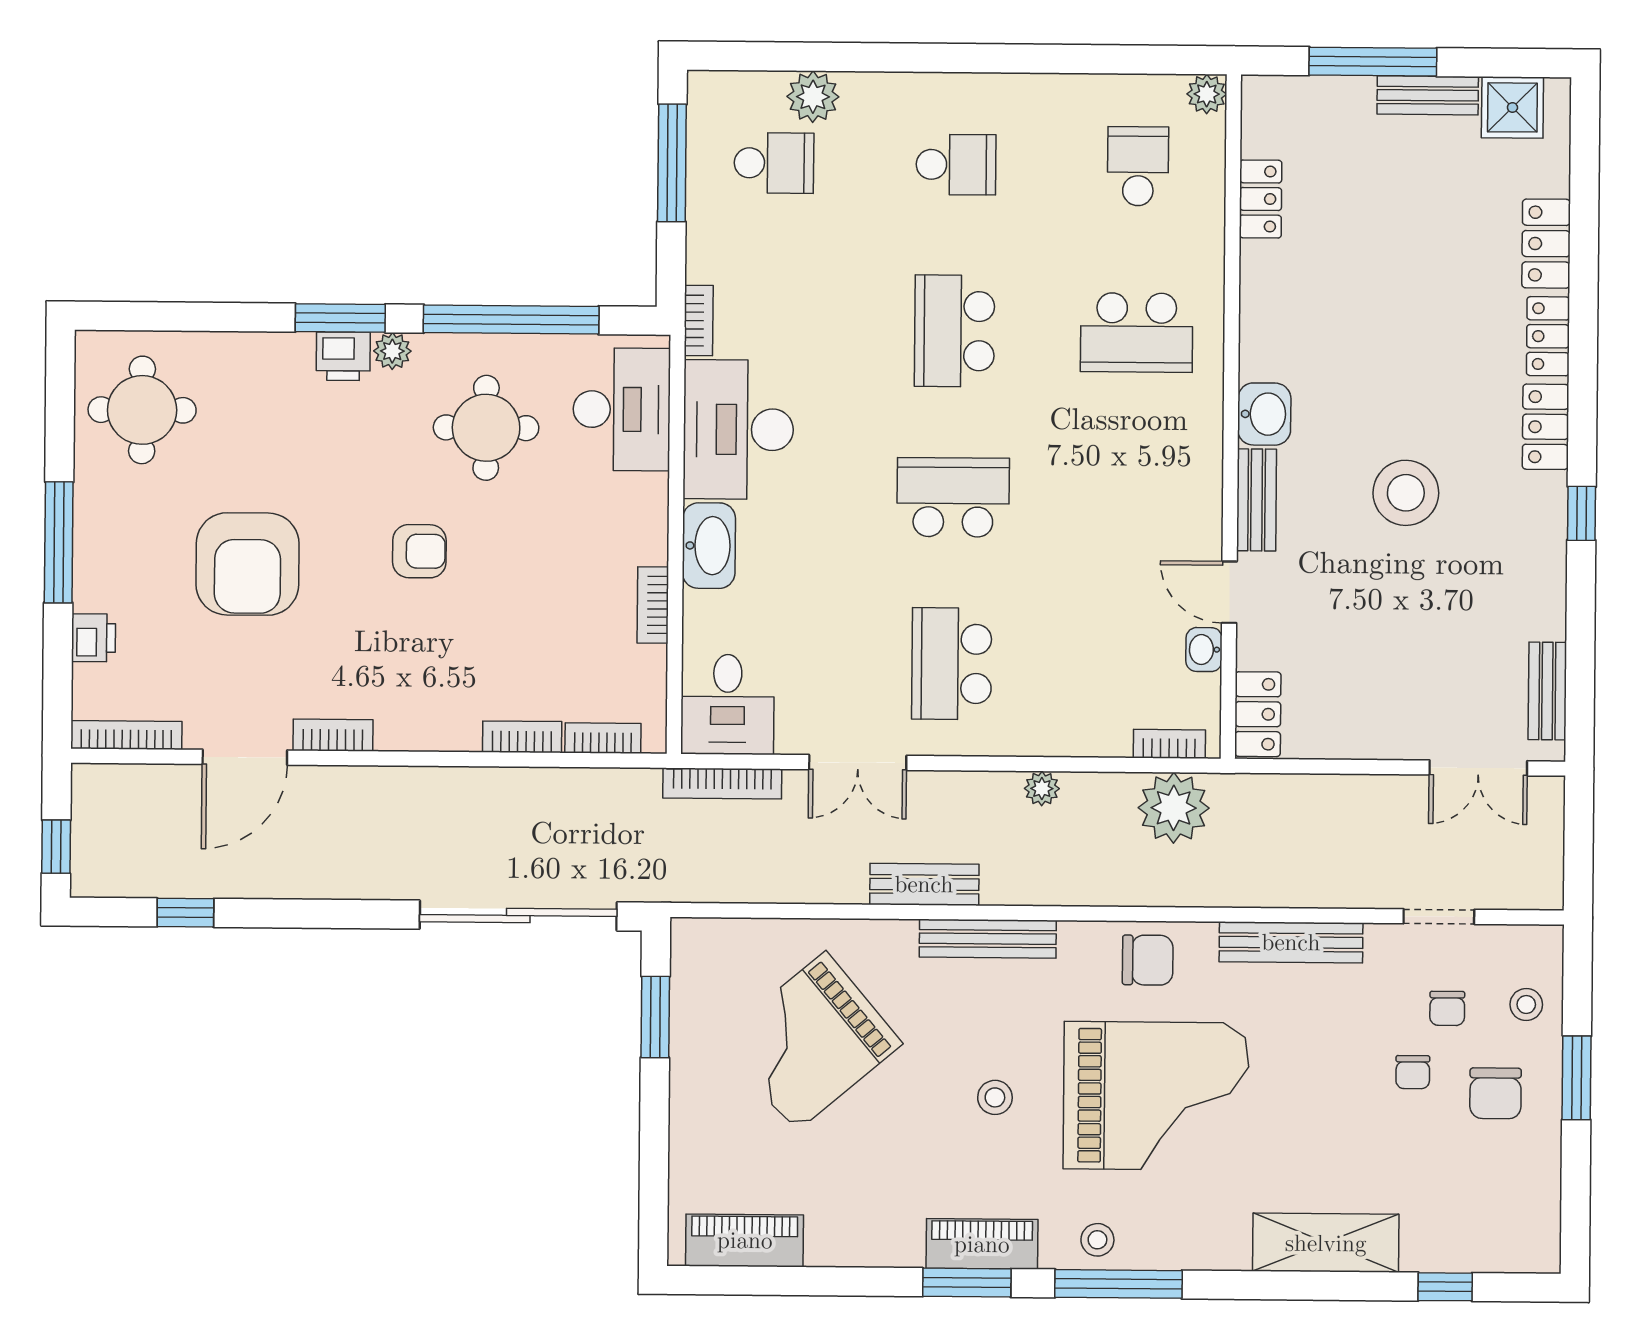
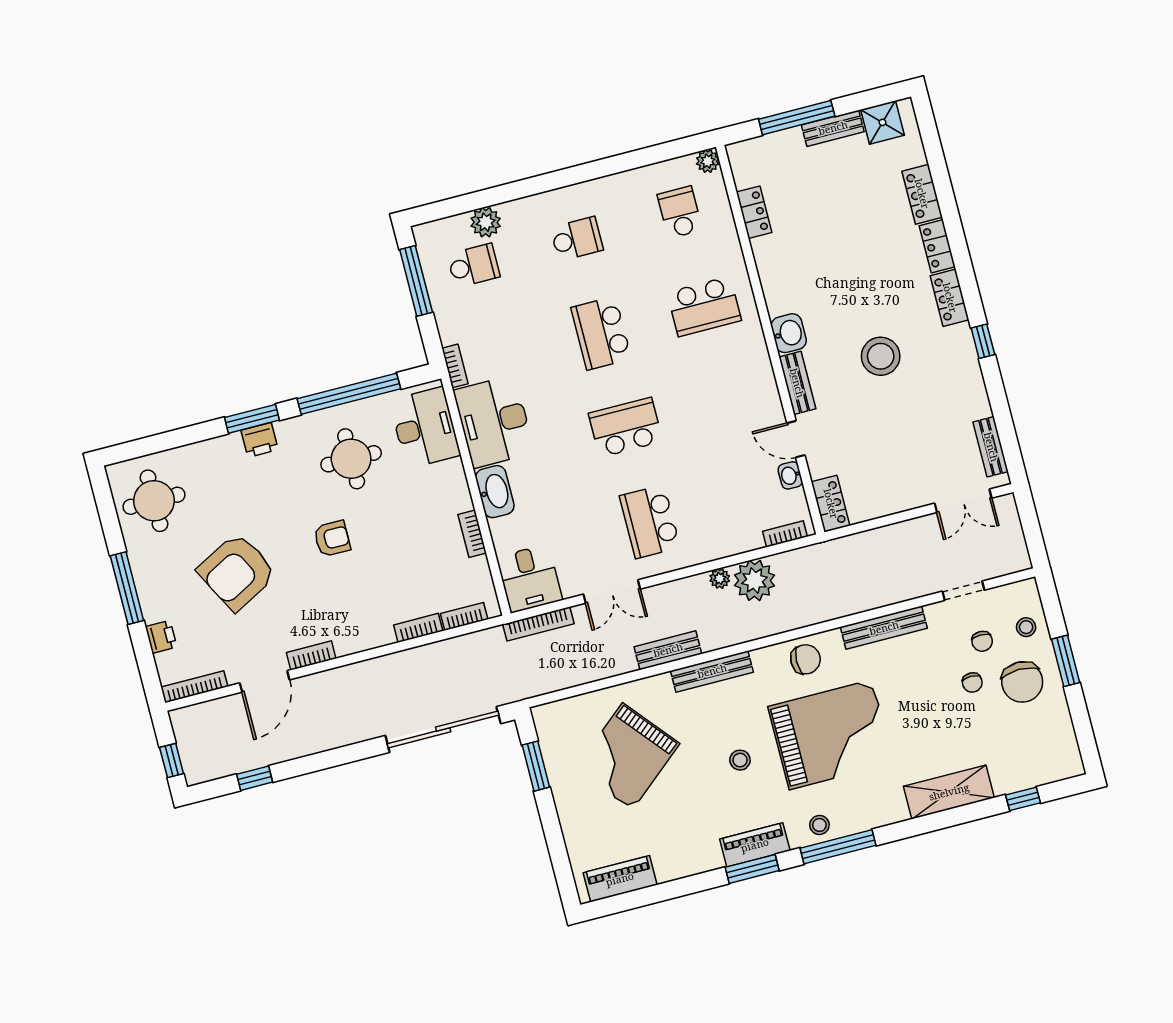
plant: (392, 351) -> (287, 430), removed
armchair: (247, 564) -> (237, 572), turned 62
plant: (1174, 808) -> (755, 580), moved
chair: (1495, 1093) -> (1022, 682), width x1.37, depth x1.37

